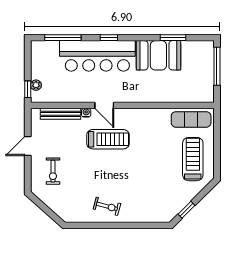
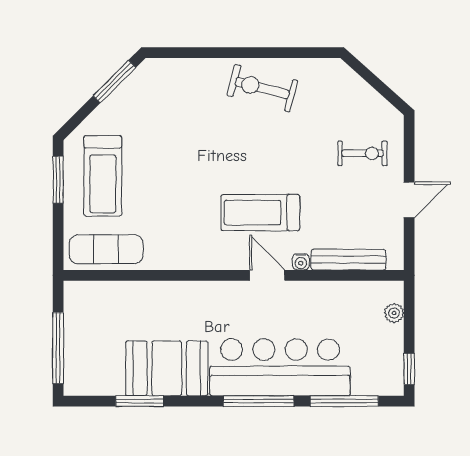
window: (109, 38) -> (259, 401), width x2.17
window: (28, 89) -> (409, 369), moved
window: (217, 157) -> (58, 180), added
exercise bike: (53, 171) -> (363, 153), turned 90
exercise bike: (107, 206) -> (262, 88), width x1.38, depth x1.39
window: (187, 210) -> (114, 82), width x1.50

